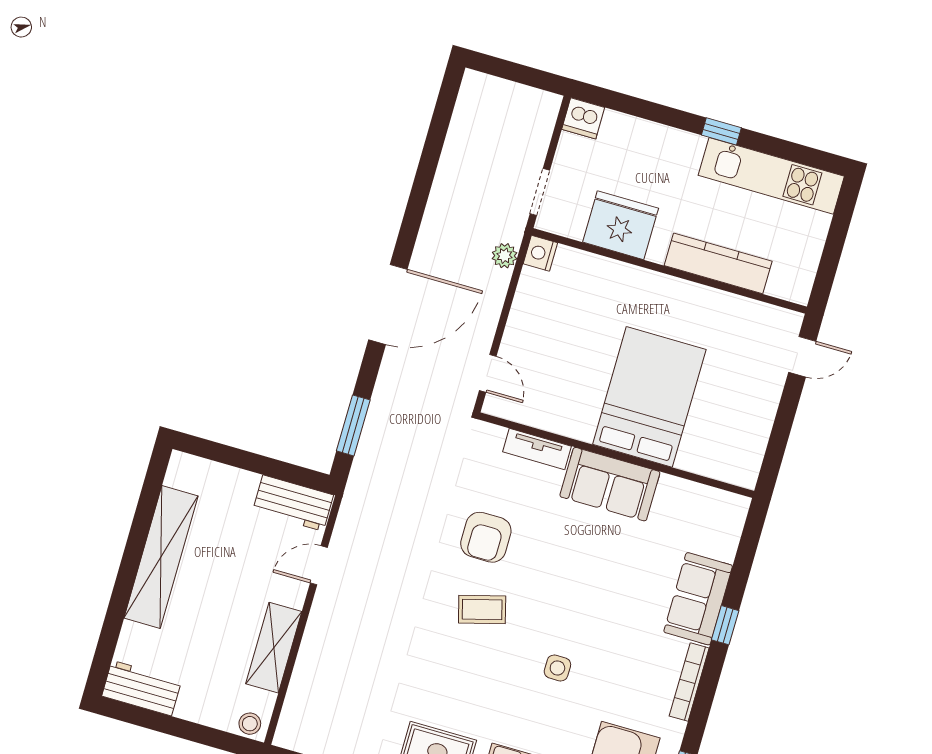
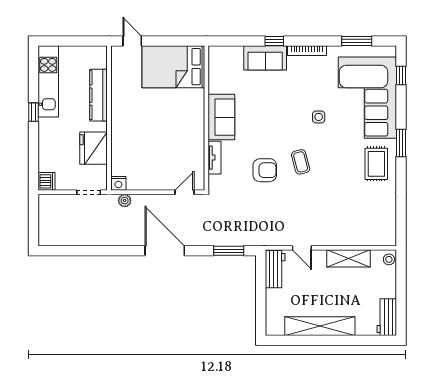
bed: (649, 397) -> (173, 67), moved

